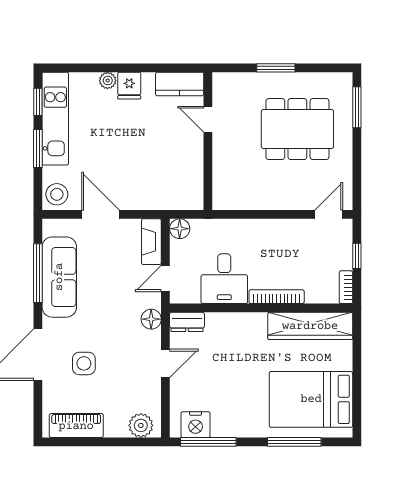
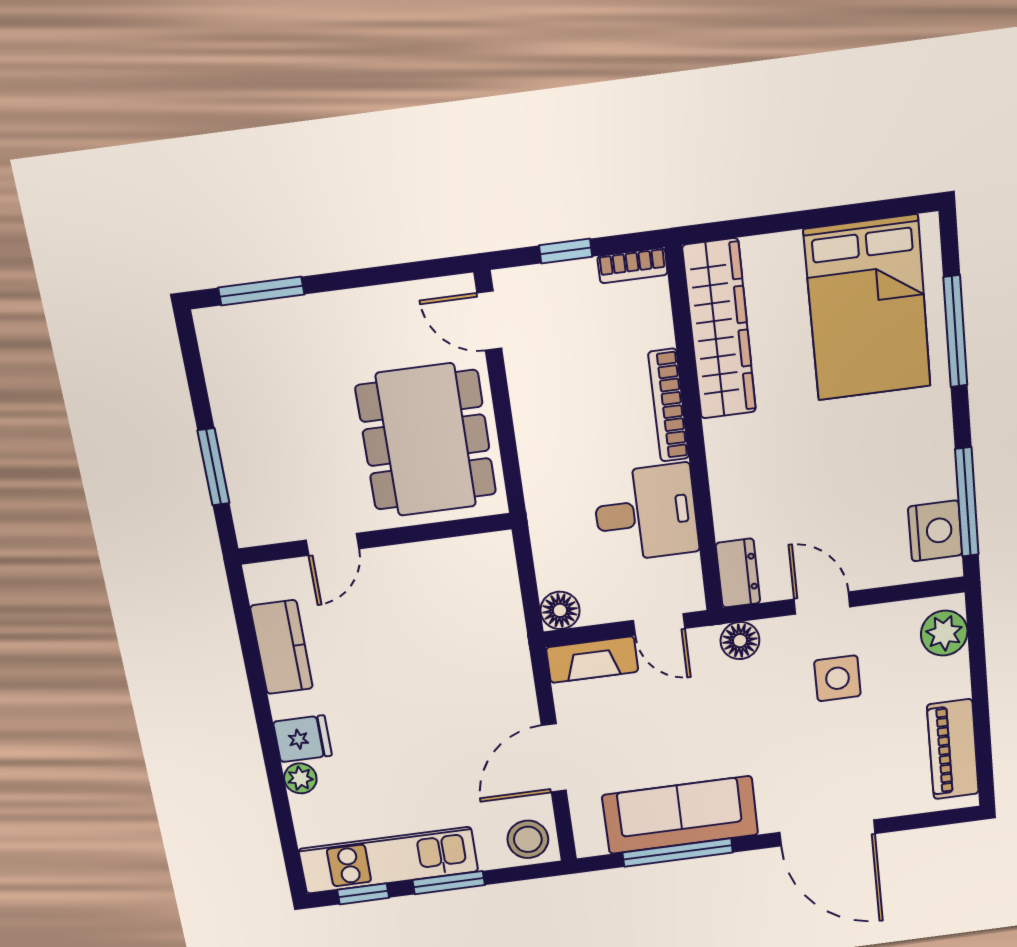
door: (208, 119) -> (332, 544), moved
dining table: (297, 129) -> (426, 440), moved
wall: (208, 141) -> (375, 539), moved
side table: (84, 363) -> (837, 678), moved

